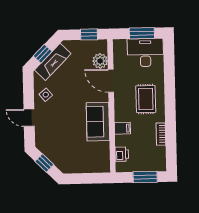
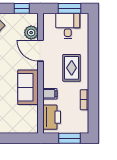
desk: (145, 53) -> (68, 26), width x0.73
printer: (122, 154) -> (52, 117), width x1.87, depth x1.48

